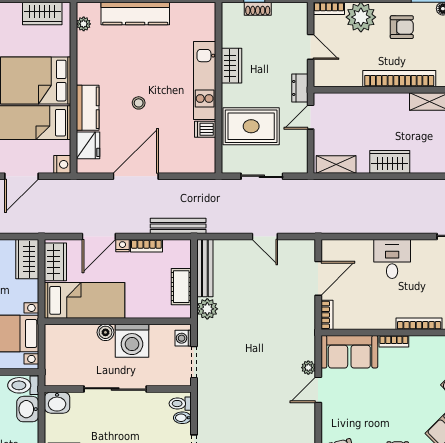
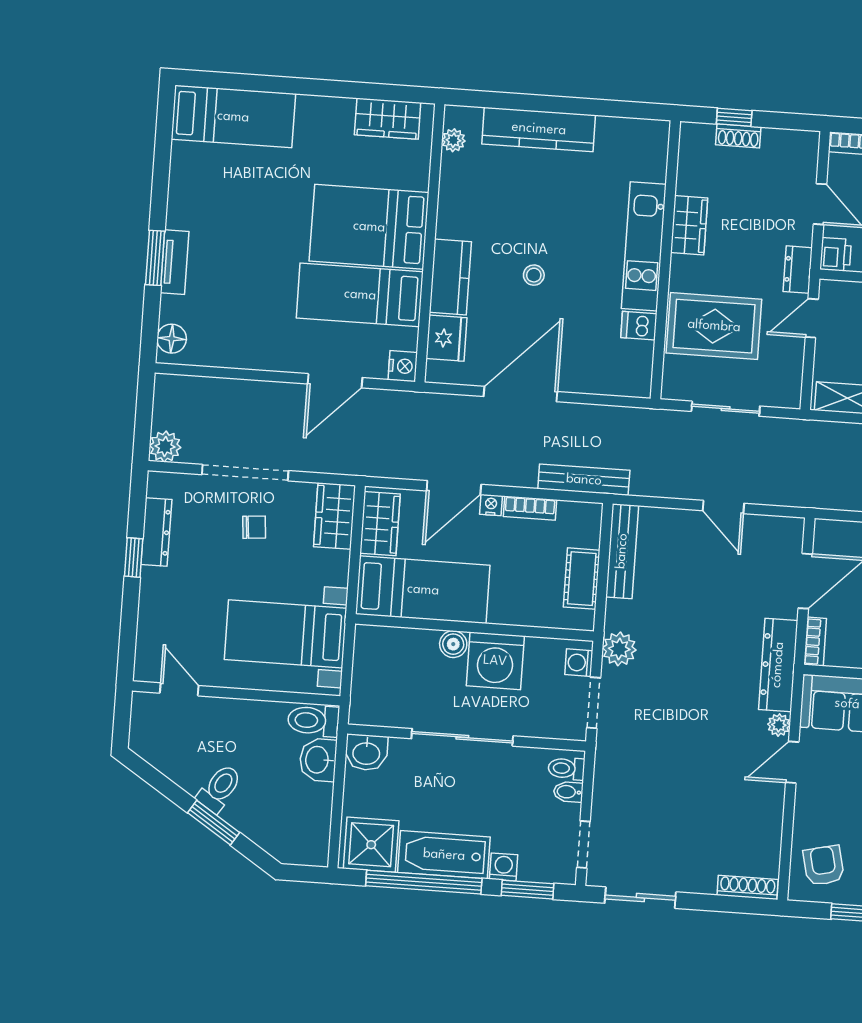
printer: (322, 77) -> (836, 254), added
plant: (207, 309) -> (619, 649), moved
dresser: (305, 331) -> (778, 665), added

